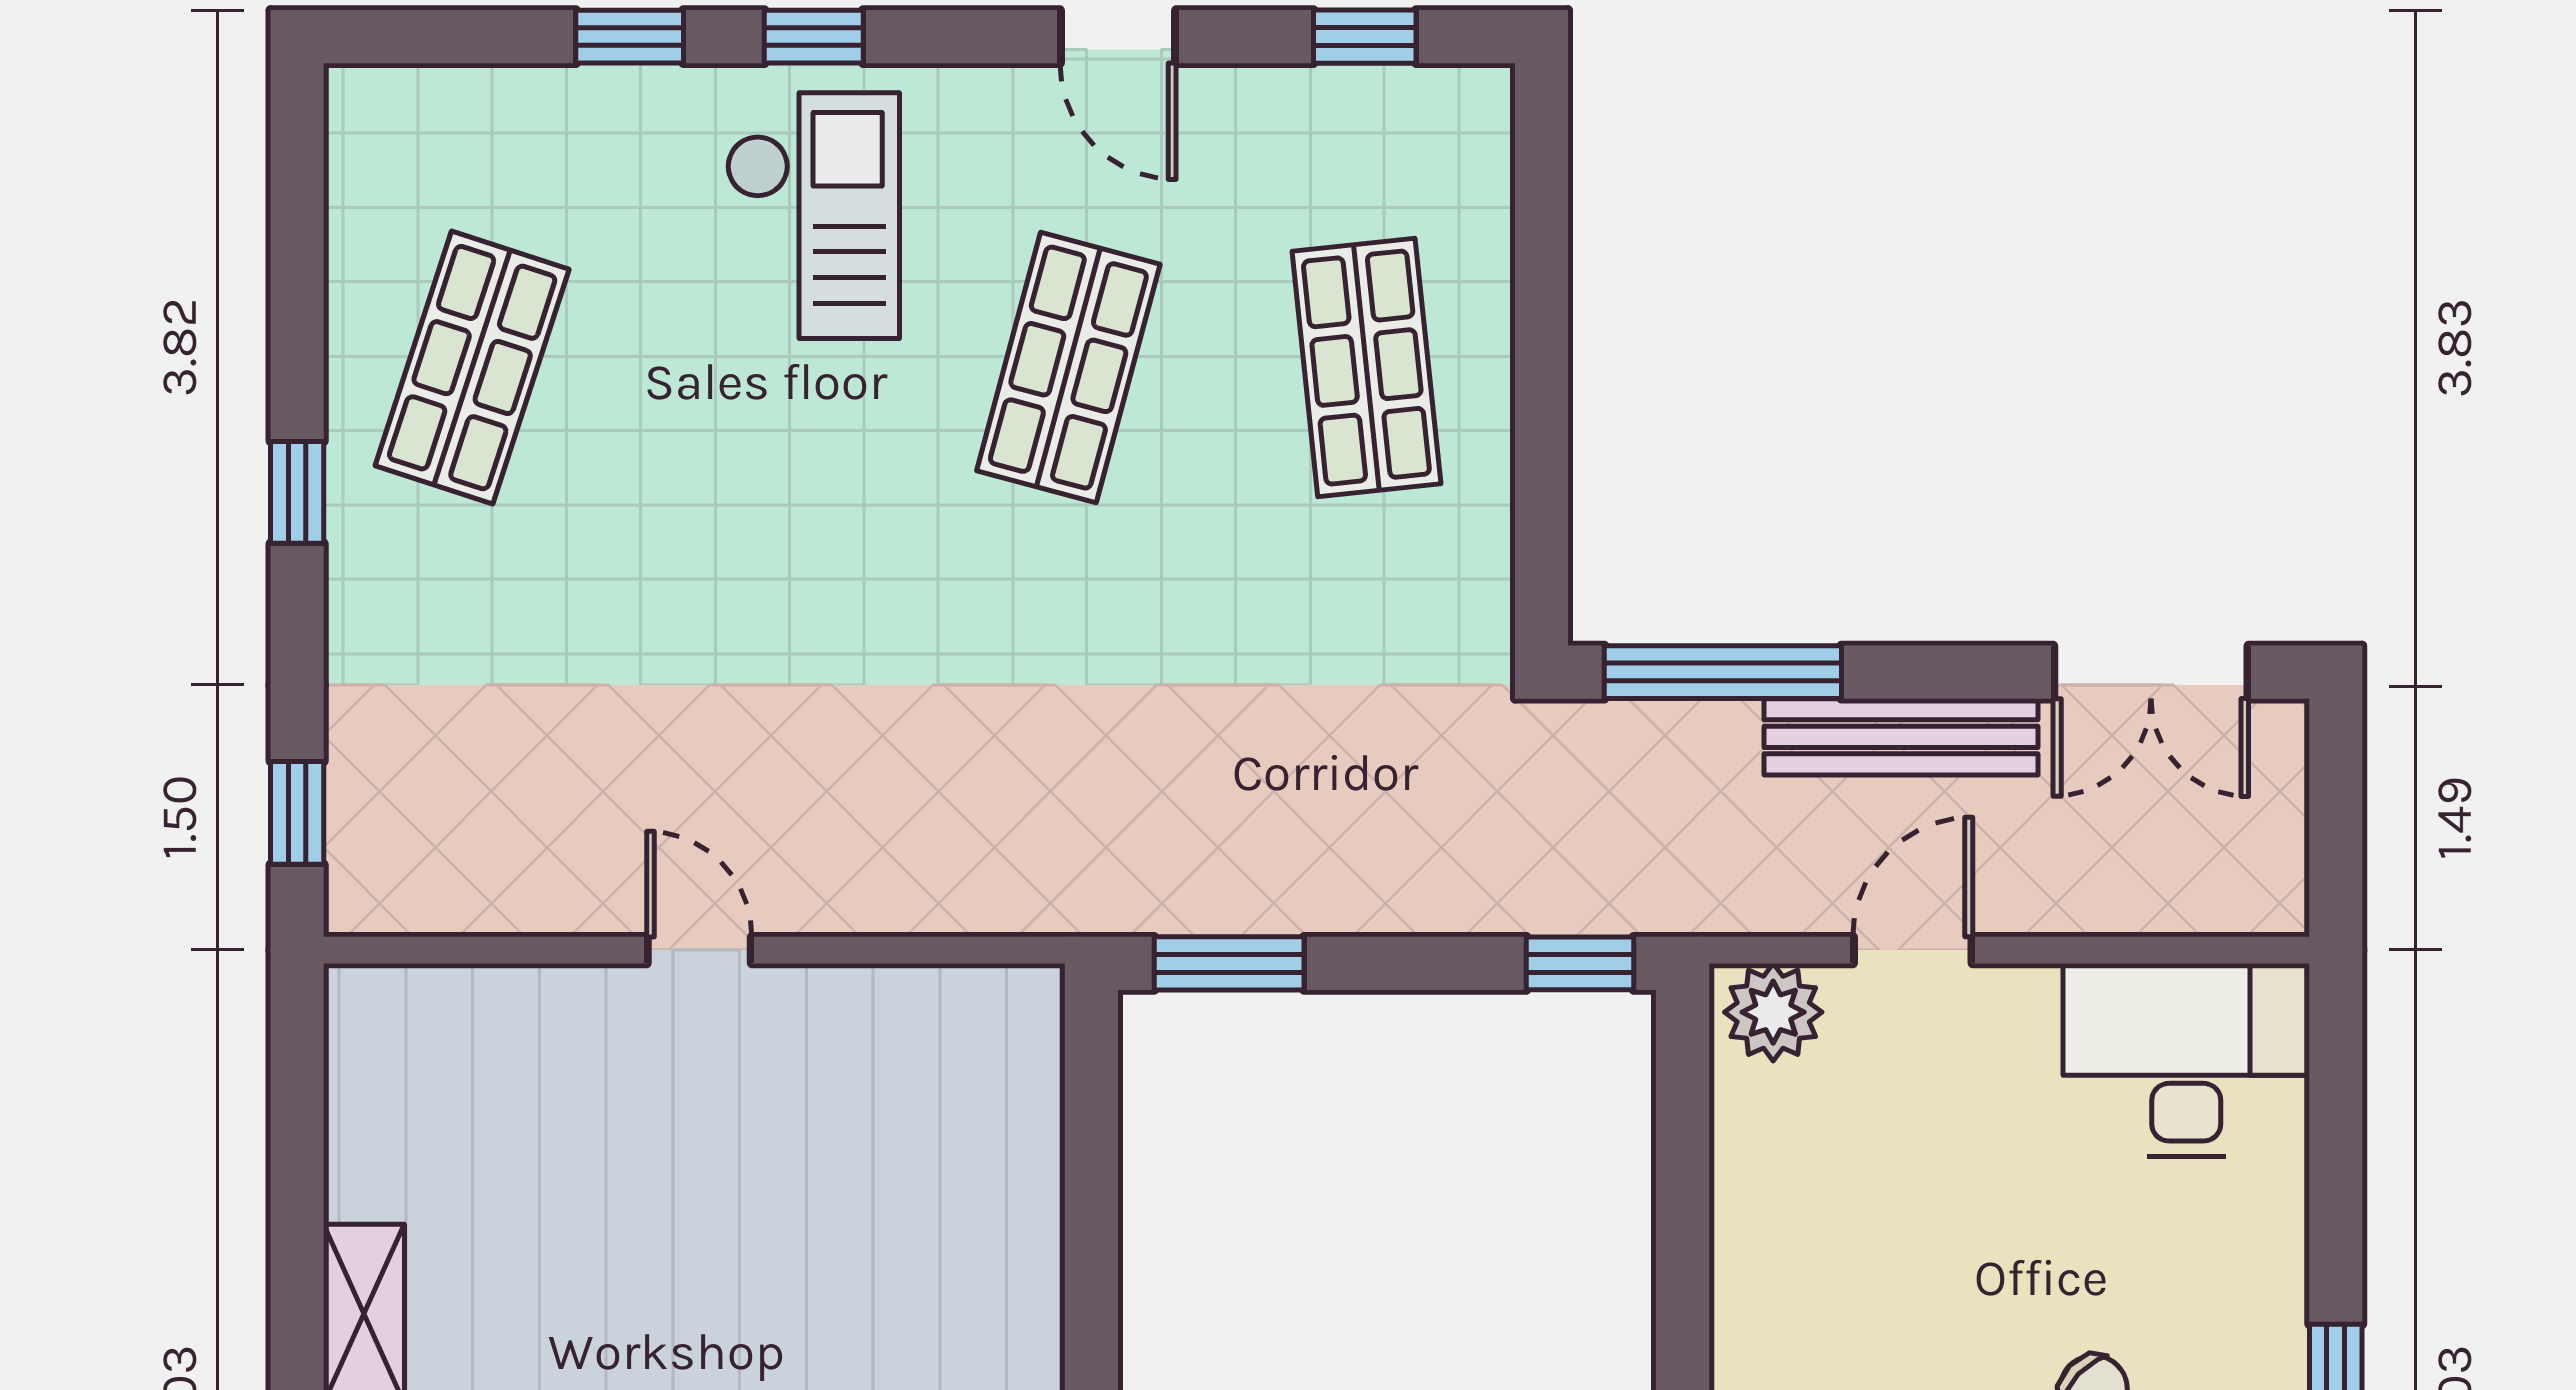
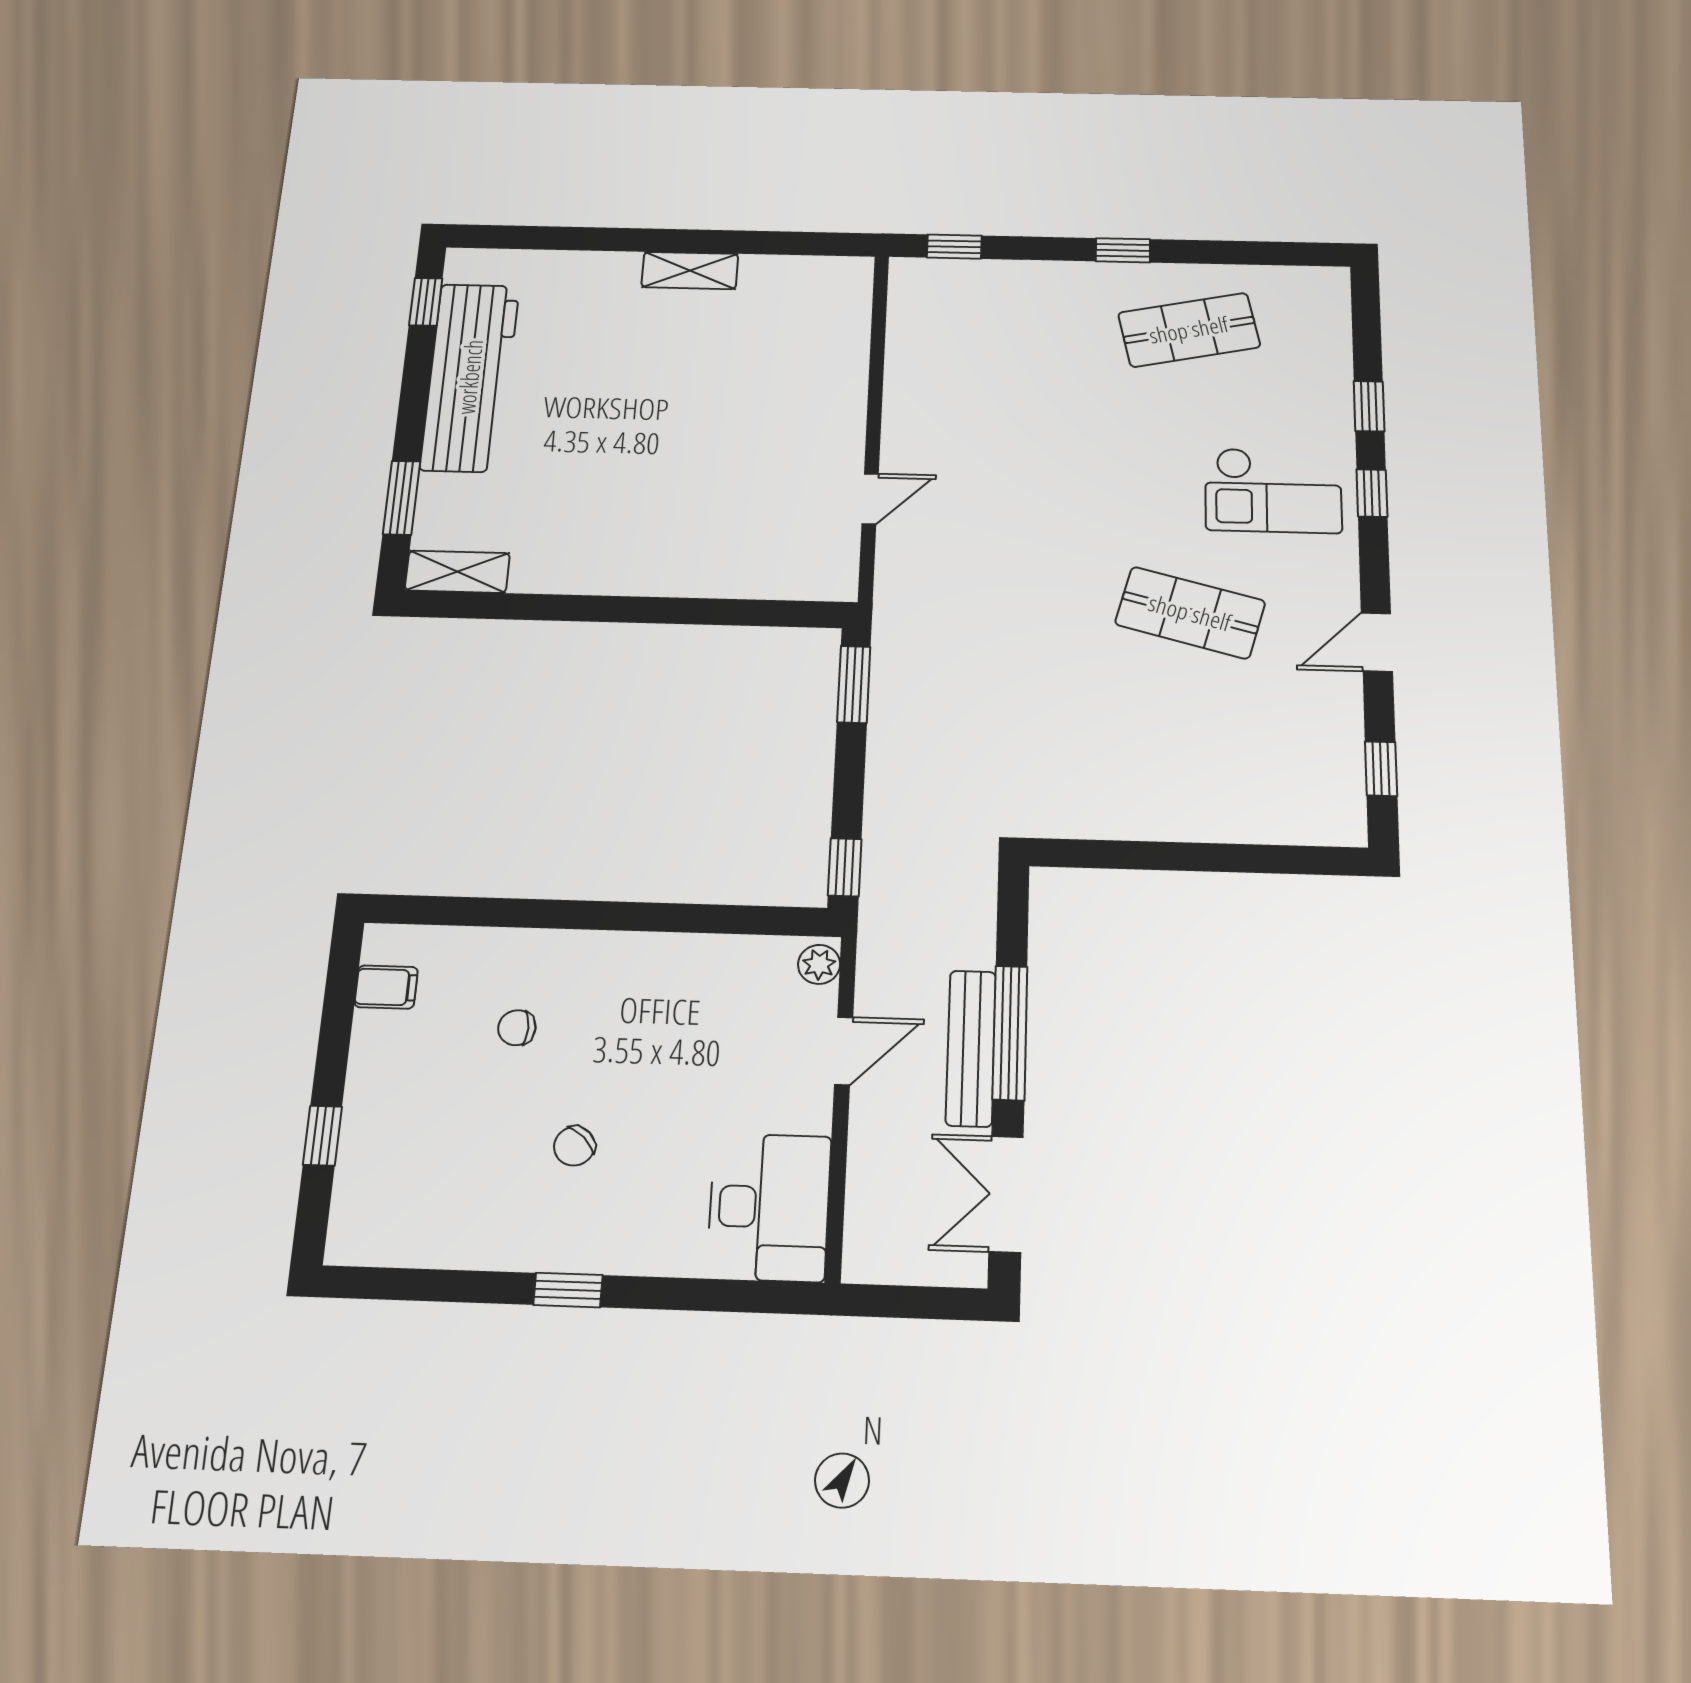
shop shelf: (472, 368) -> (1189, 330), turned -30
shop shelf: (1366, 368) -> (1191, 764), removed
window: (1723, 672) -> (1010, 1033), moved
door: (699, 950) -> (870, 499), moved
door: (1913, 950) -> (844, 1051), hinge flipped
plant: (1773, 1012) -> (819, 964), width x0.73, depth x0.73

